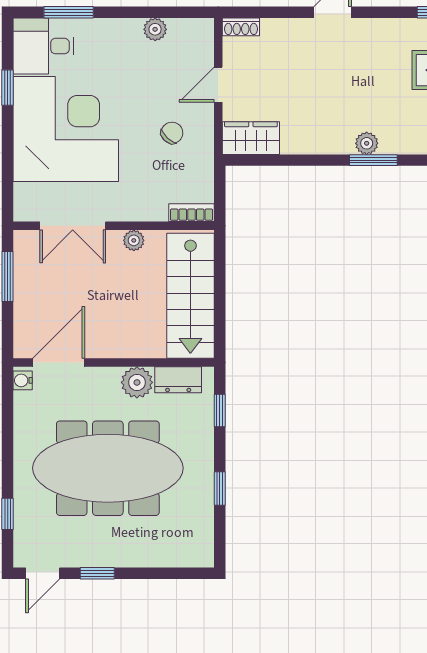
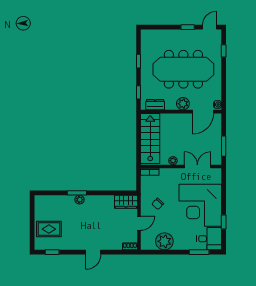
plant: (155, 29) -> (164, 241), width x1.87, depth x1.87
plant: (137, 382) -> (183, 104), moved

